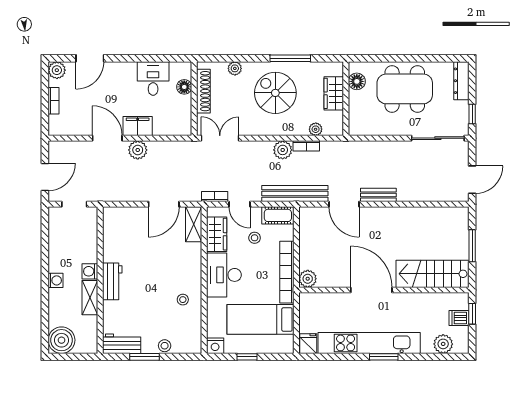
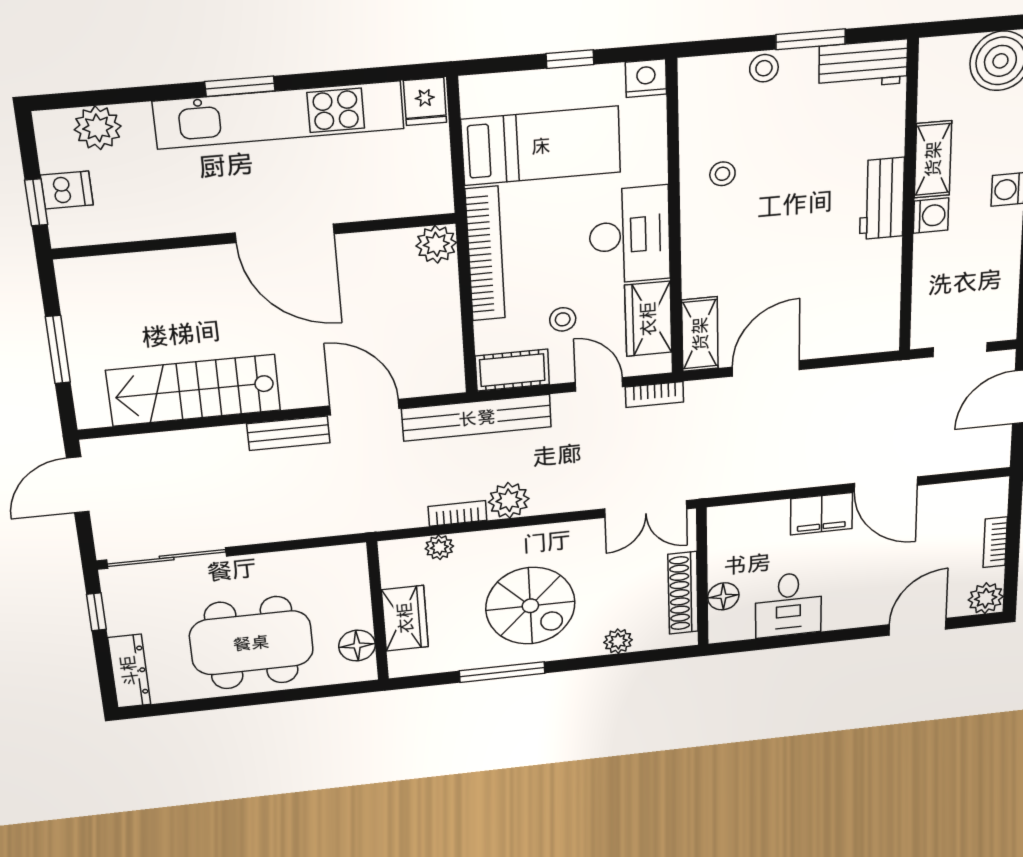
plant: (138, 150) -> (822, 469), removed
stairs: (433, 274) -> (194, 390), moved, turned 180

